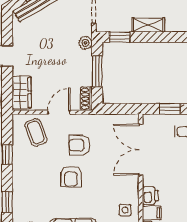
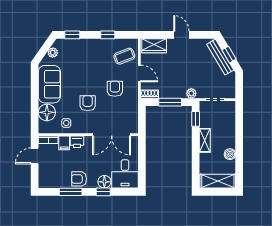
window: (170, 109) -> (142, 156), removed
double door: (141, 150) -> (112, 135), swing flipped
armchair: (71, 176) -> (88, 103), moved, turned 90

